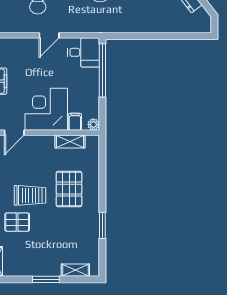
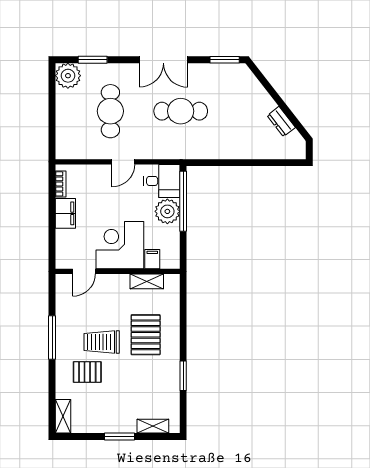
plant: (93, 125) -> (167, 211), moved, width x1.88, depth x1.88
trolley: (30, 195) -> (102, 342), turned 180

